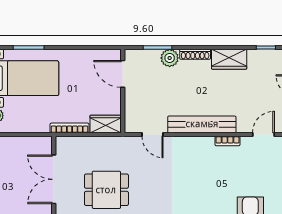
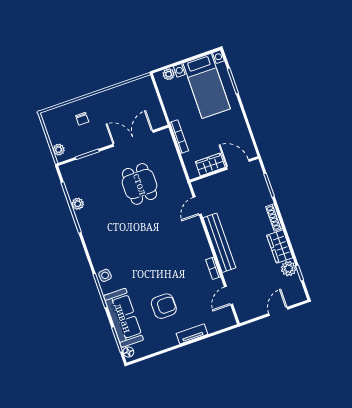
plant: (170, 58) -> (289, 269), moved
door: (123, 74) -> (238, 164), hinge flipped
wardrobe: (105, 124) -> (210, 165), moved, turned -90
door: (263, 135) -> (229, 296), swing flipped

